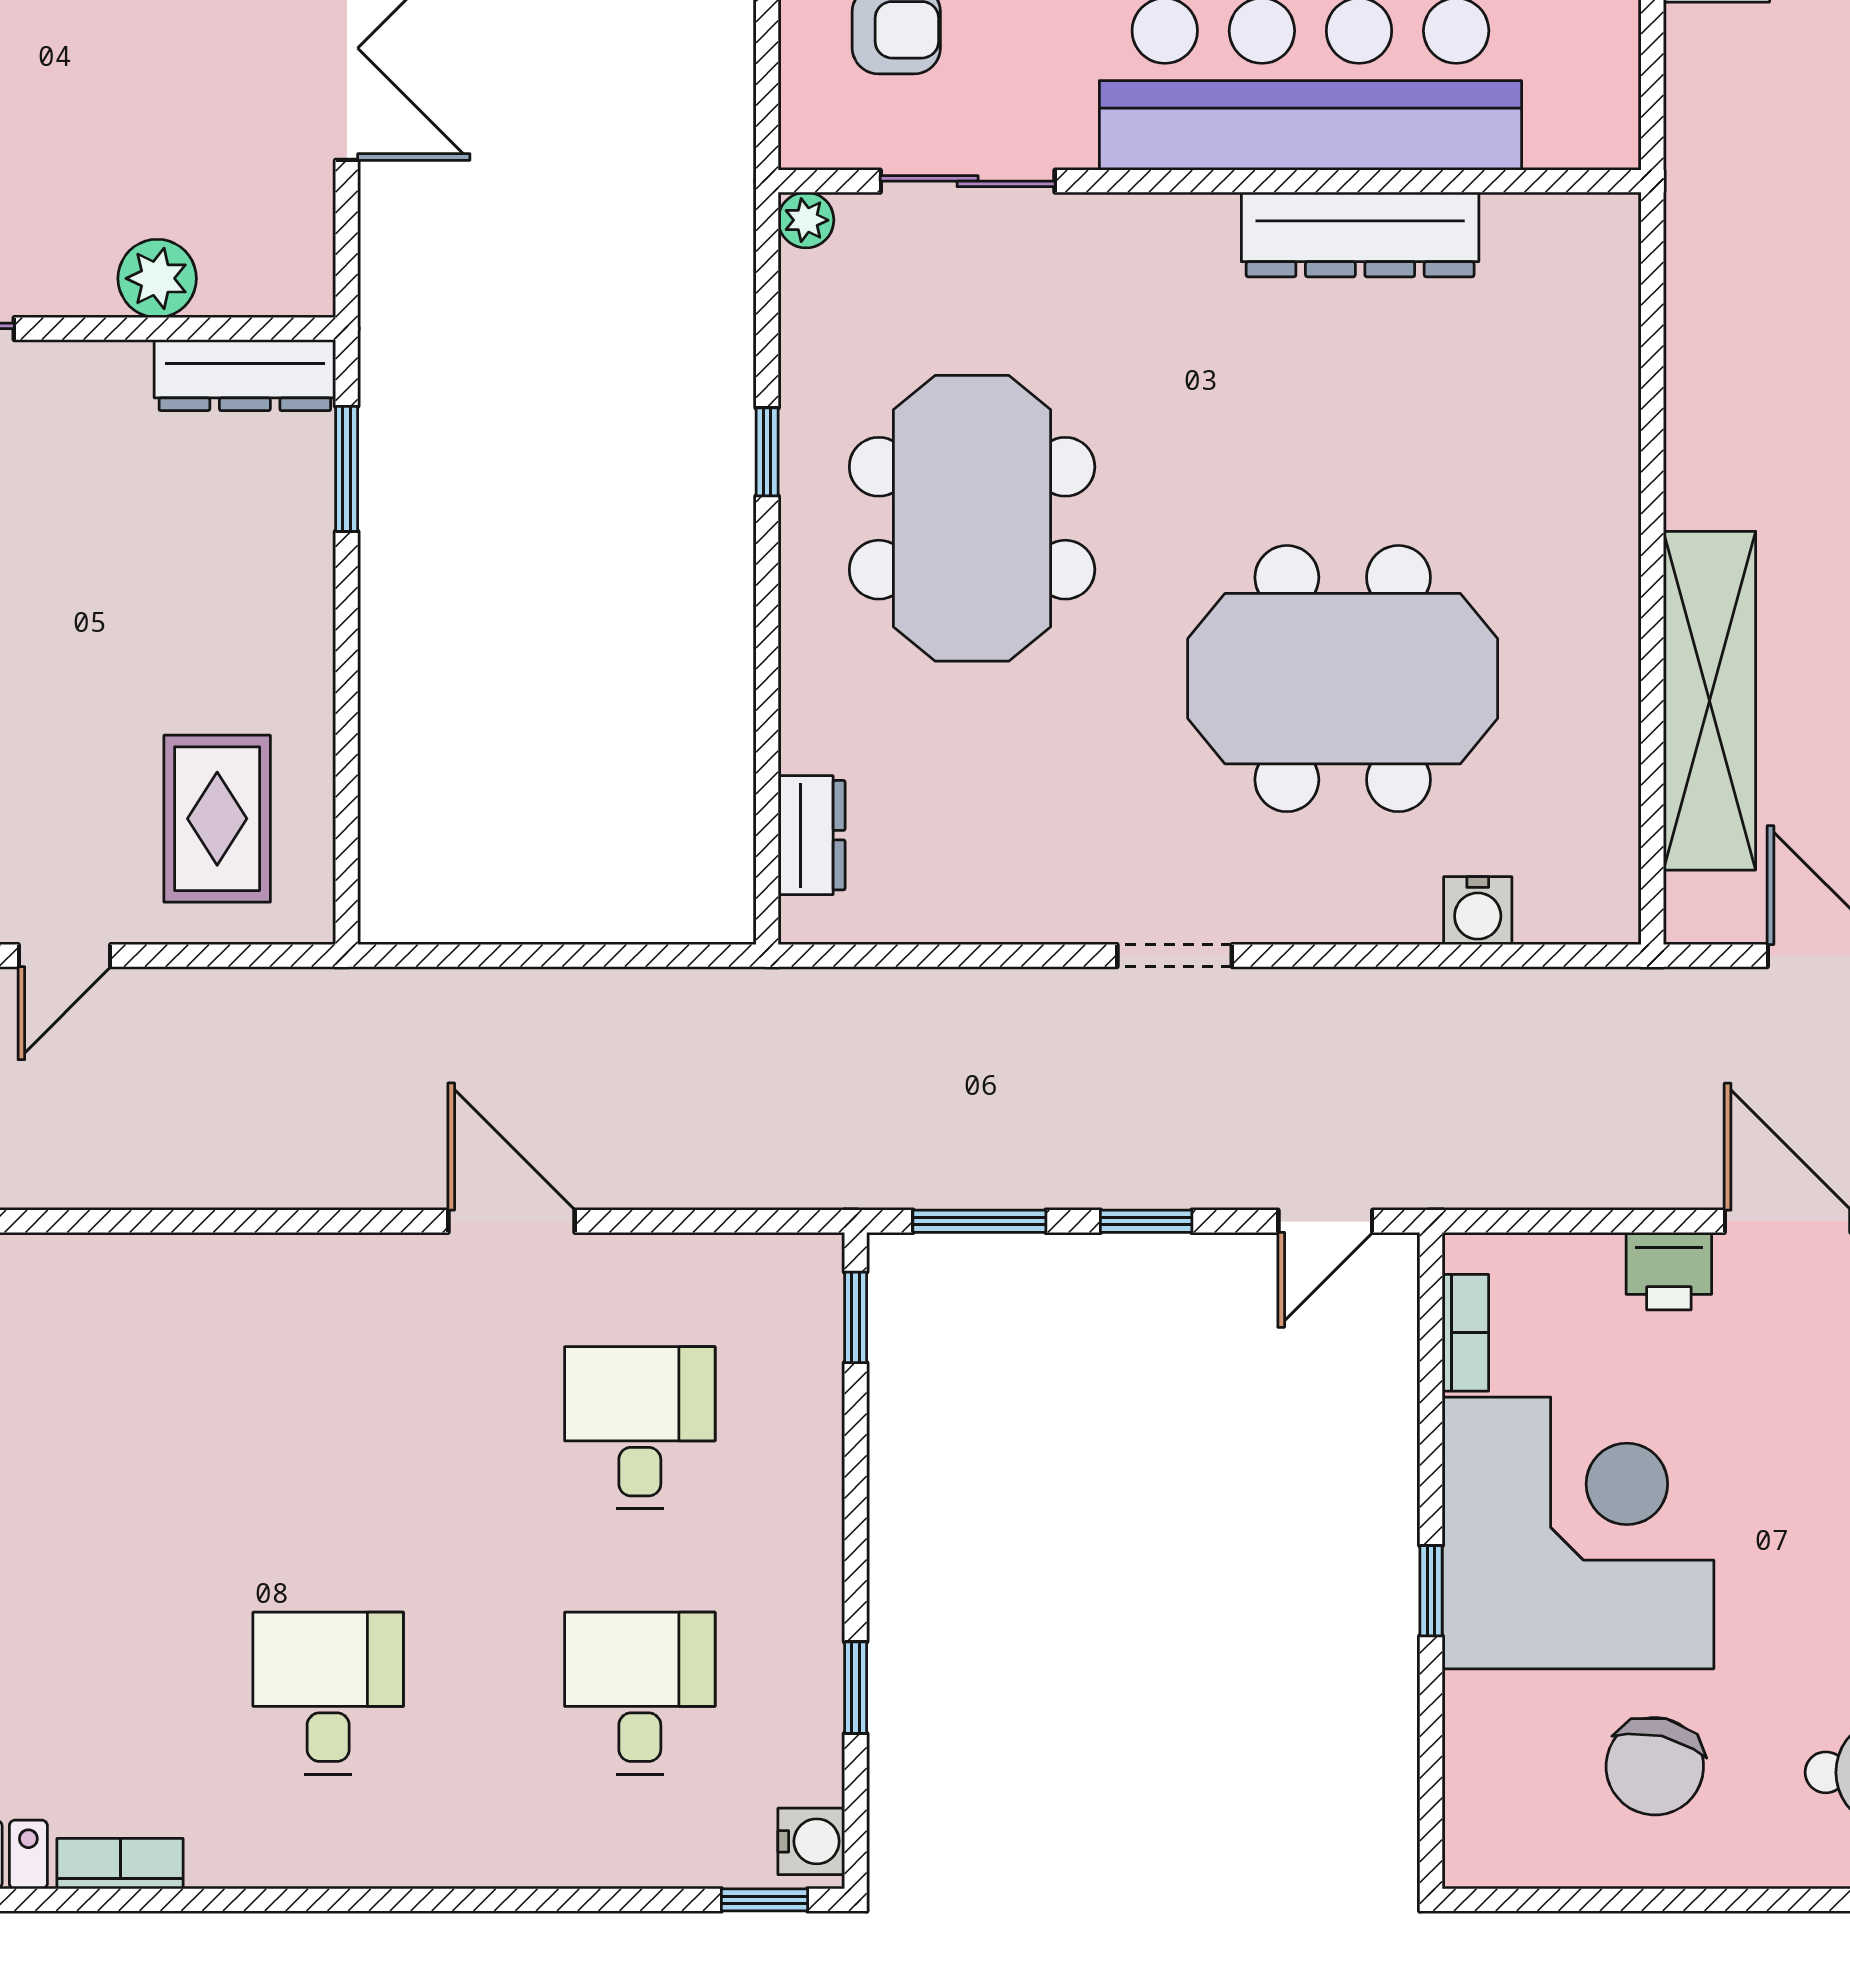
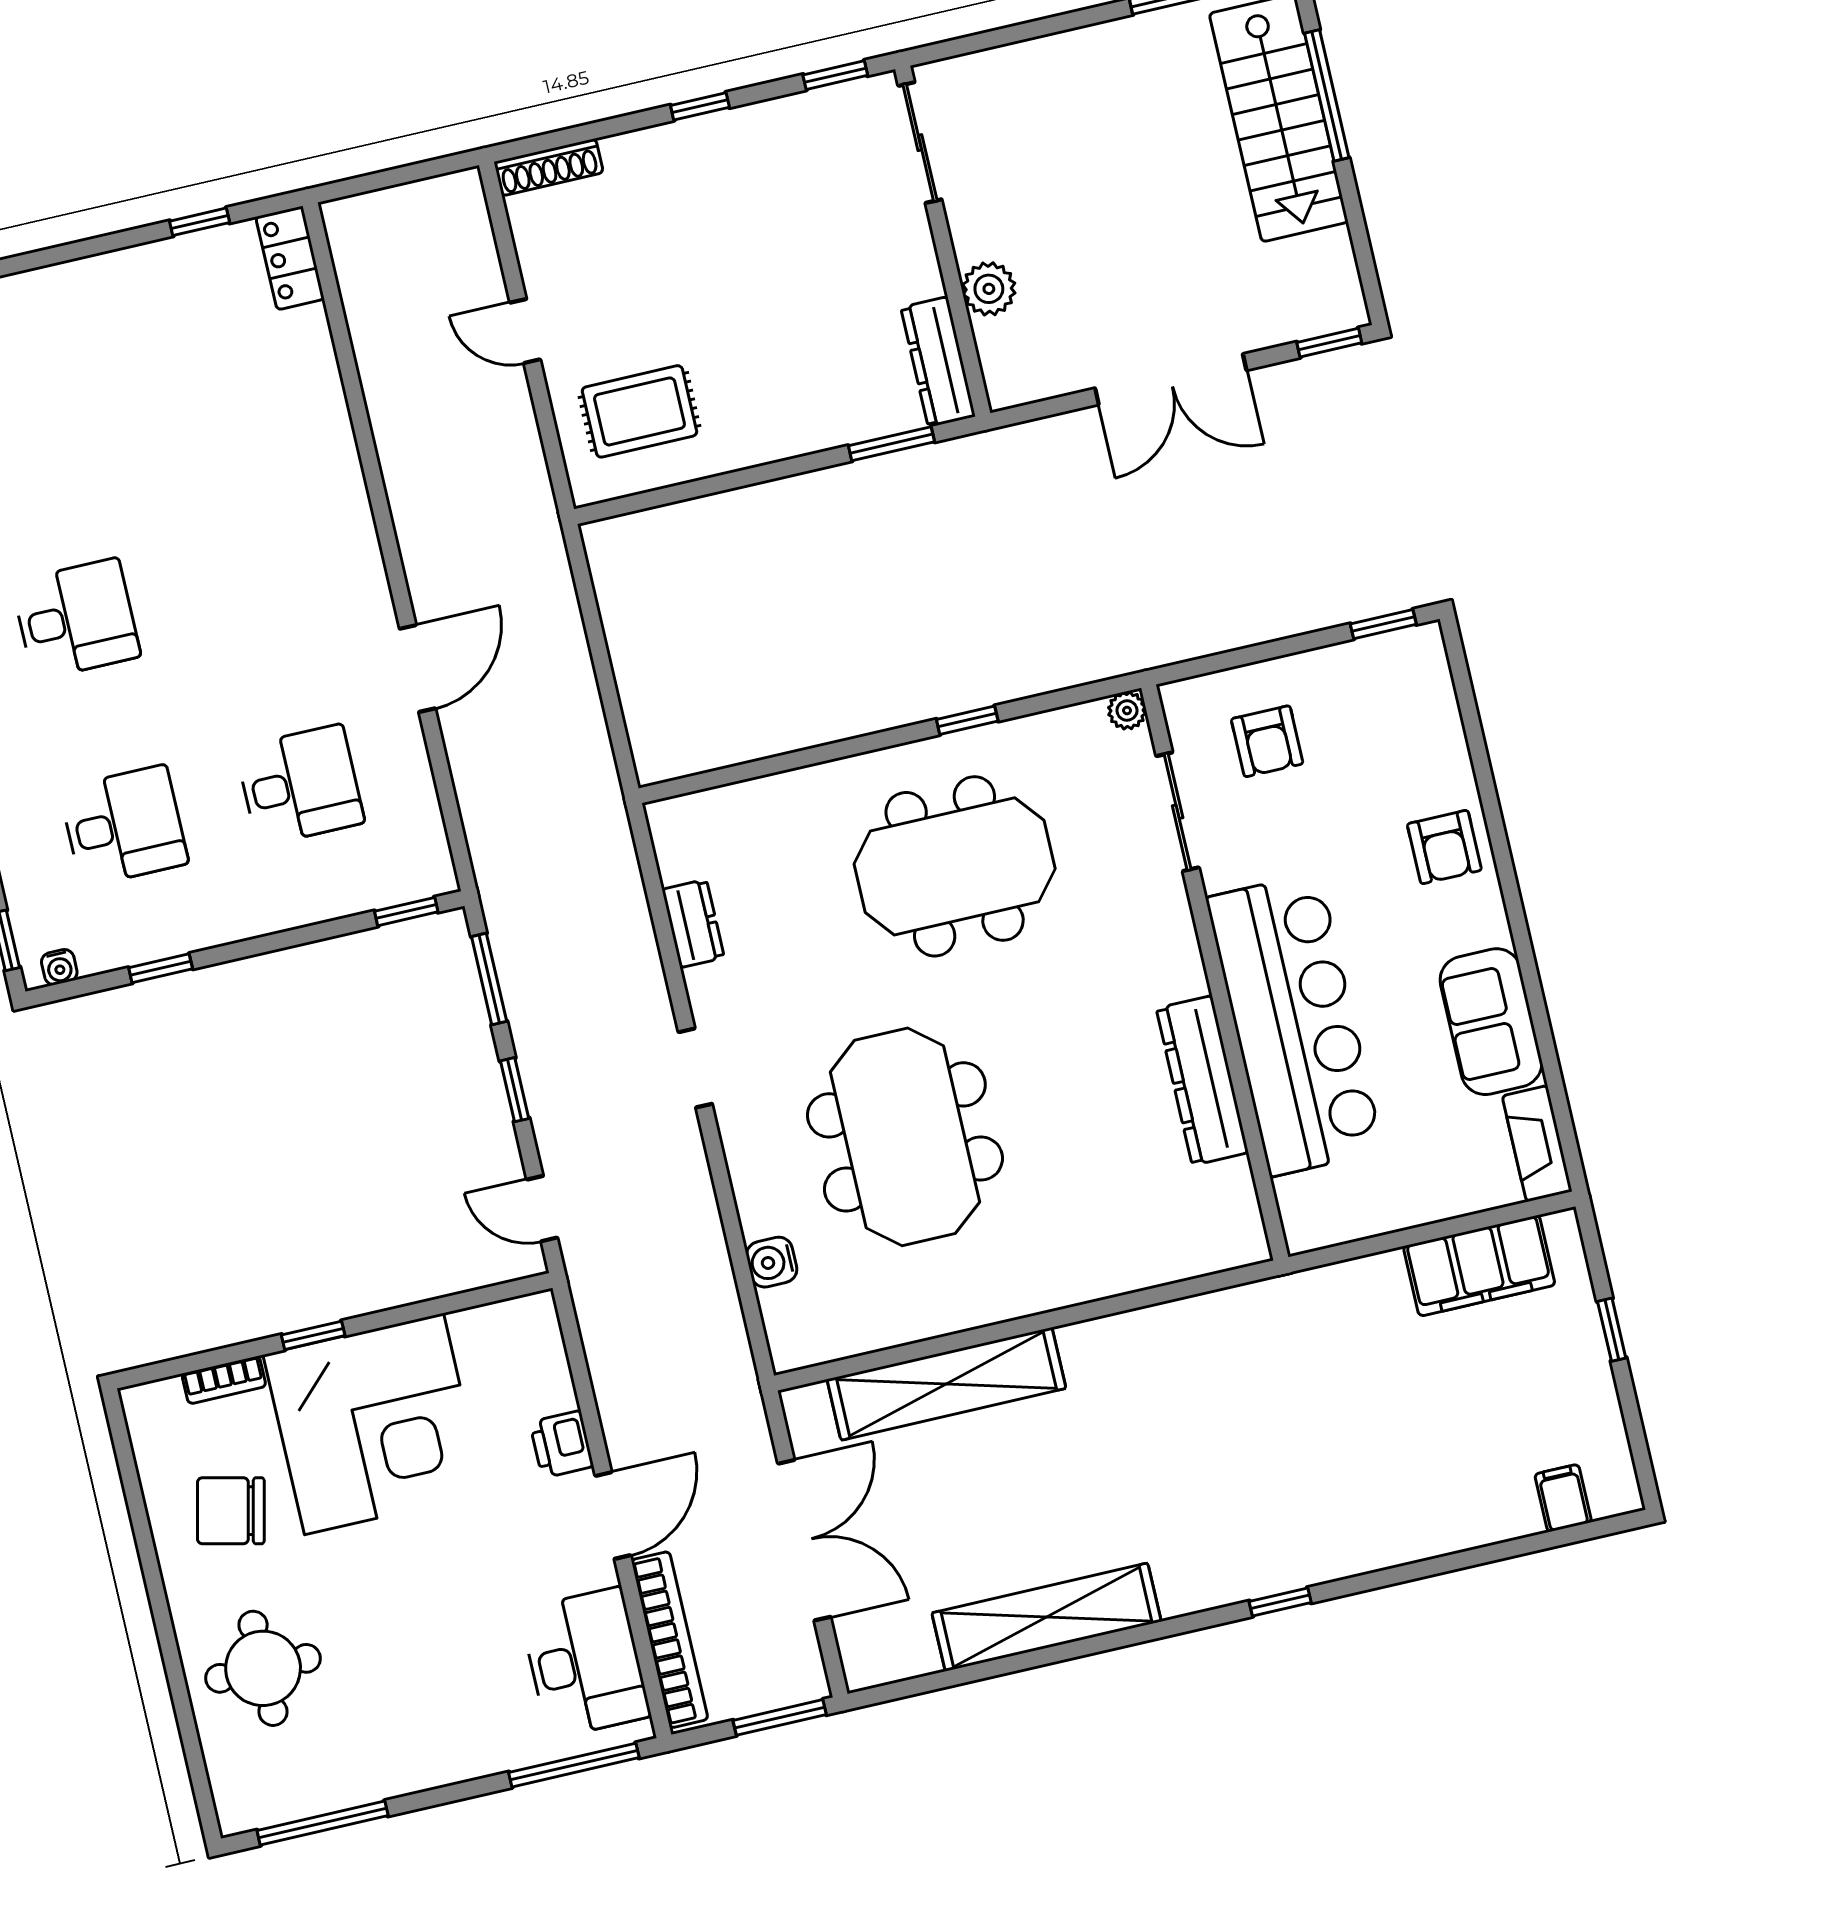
dresser: (812, 835) -> (693, 923), moved, turned -90
bookcase: (1465, 1333) -> (224, 1380), moved
water cooler: (811, 1841) -> (59, 967), width x0.72, depth x0.72

